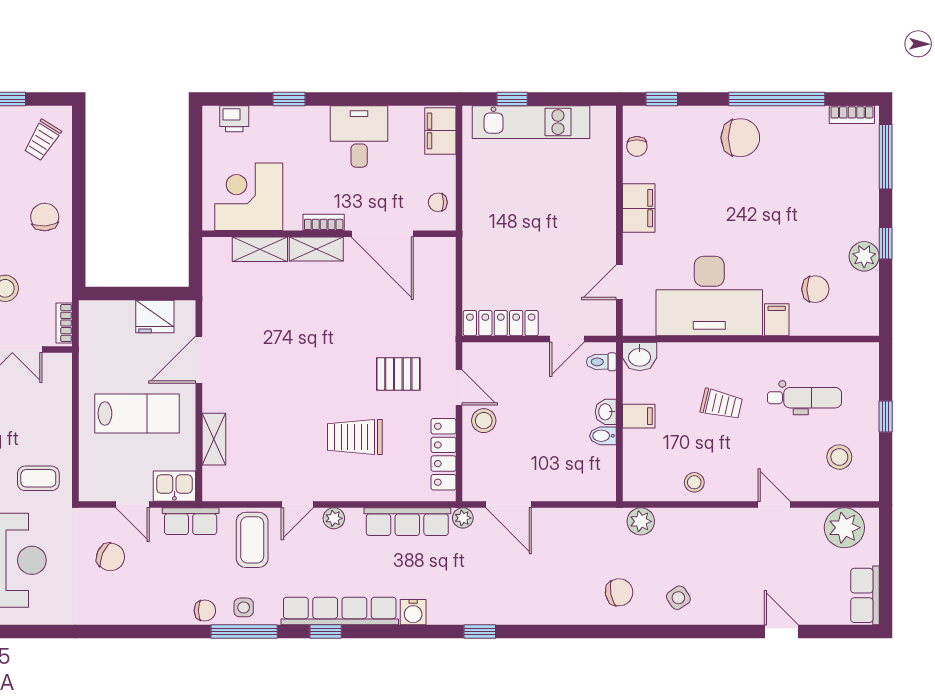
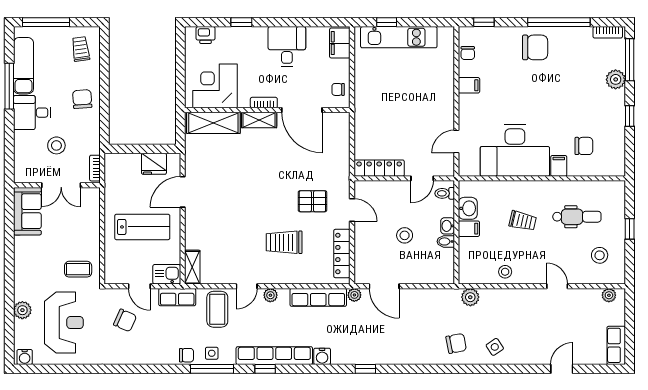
trolley: (42, 140) -> (81, 49), turned 140
filing cabinet: (639, 208) -> (469, 85), width x0.50
shelving: (260, 249) -> (213, 123), width x1.50, depth x1.33
plant: (864, 256) -> (616, 79), moved
washbasin: (640, 357) -> (468, 208), moved, turned -90
stool: (484, 421) -> (405, 235), moved
shelving: (214, 439) -> (192, 267), moved
plant: (844, 528) -> (609, 295), width x0.53, depth x0.53
door: (781, 631) -> (562, 369), hinge flipped

